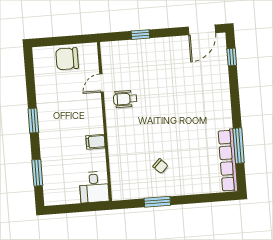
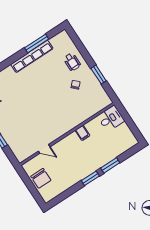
wheelchair: (125, 99) -> (72, 62), moved
row of seats: (228, 161) -> (32, 56), moved
window: (37, 173) -> (110, 165), moved

